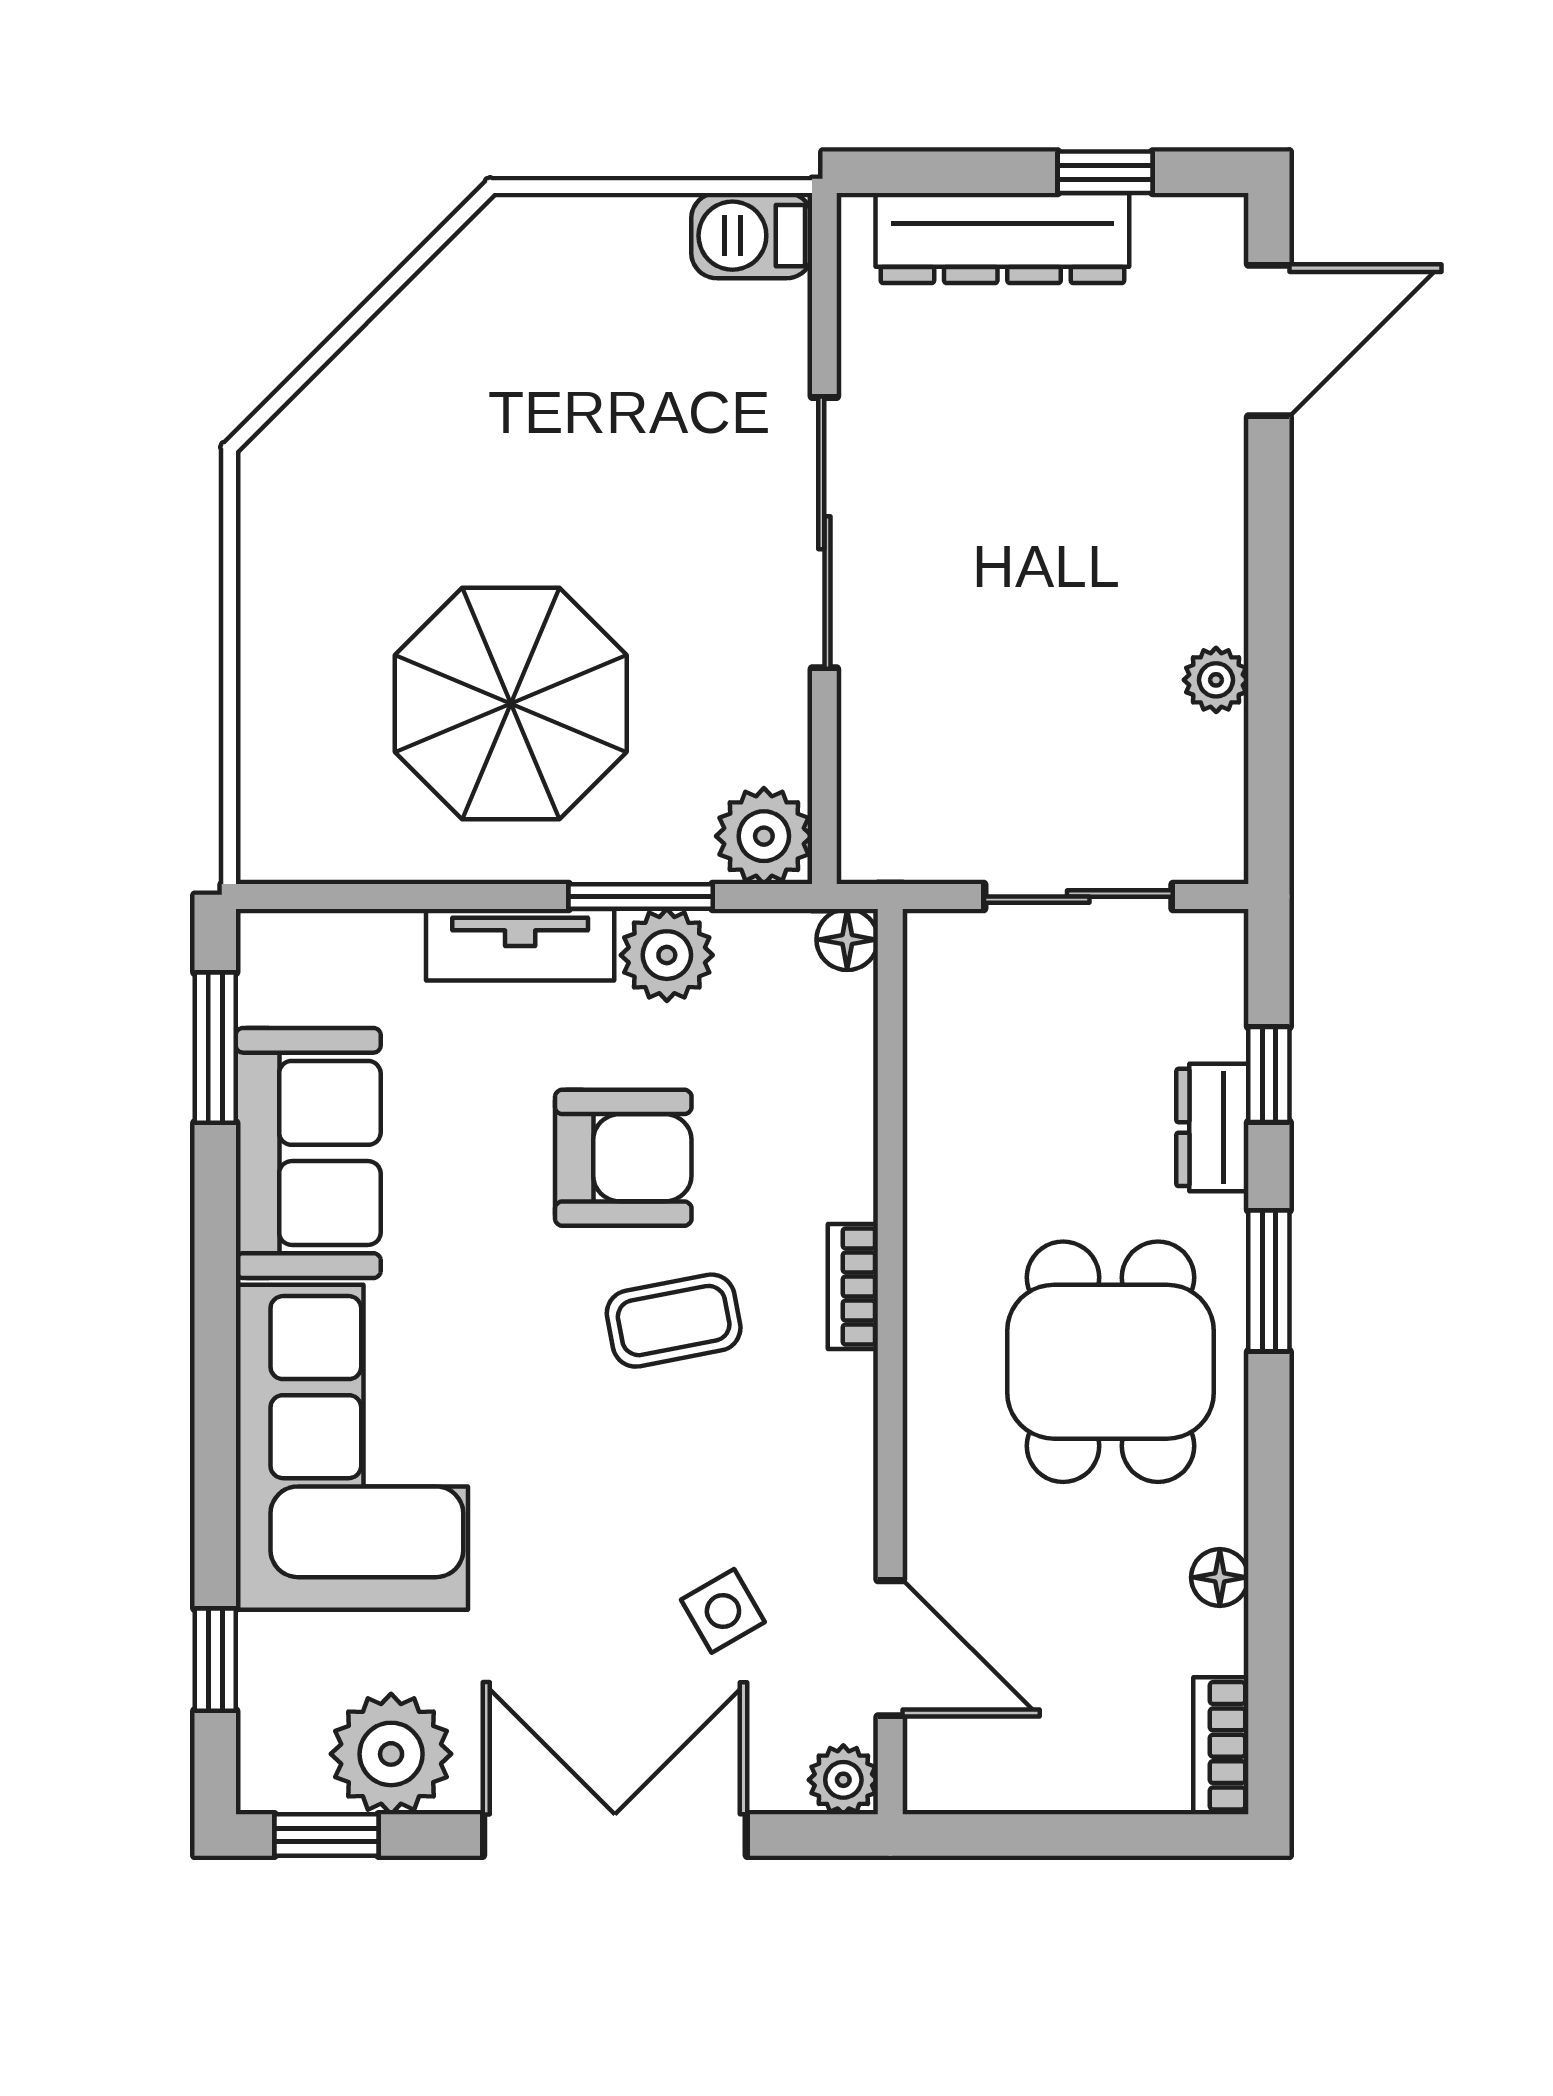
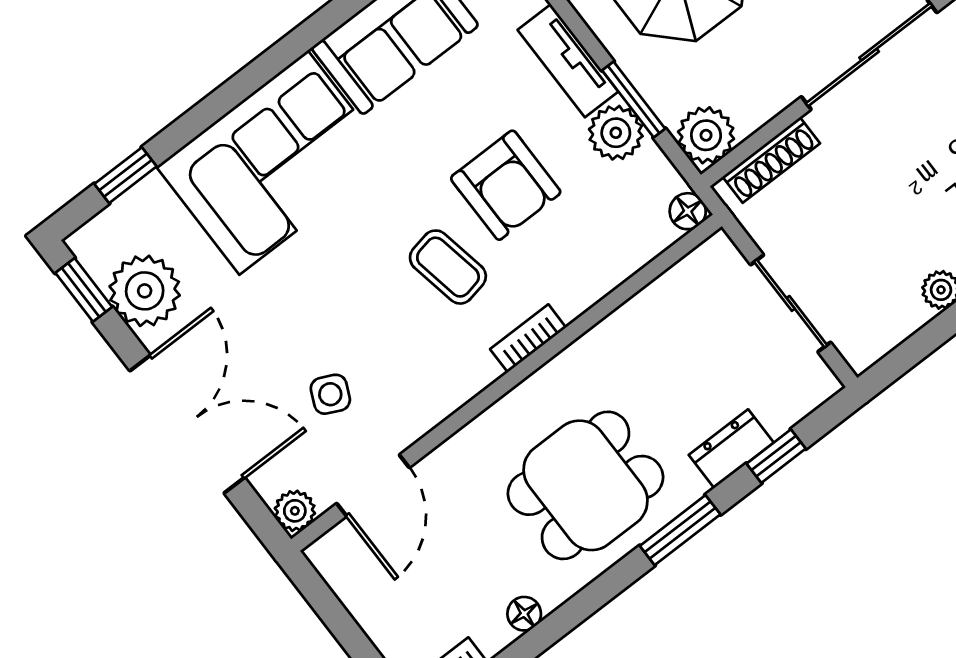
shoe rack: (865, 774) -> (771, 160), added
side table: (723, 1611) -> (330, 394), turned -35

